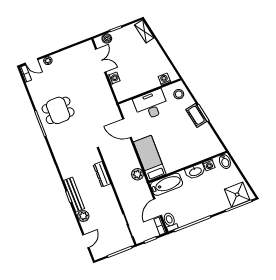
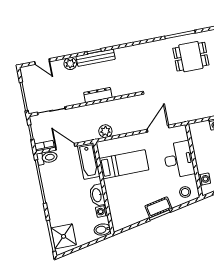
dining table: (58, 110) -> (191, 57), turned 90
bed: (150, 158) -> (124, 164), moved
dresser: (102, 174) -> (98, 95), moved

